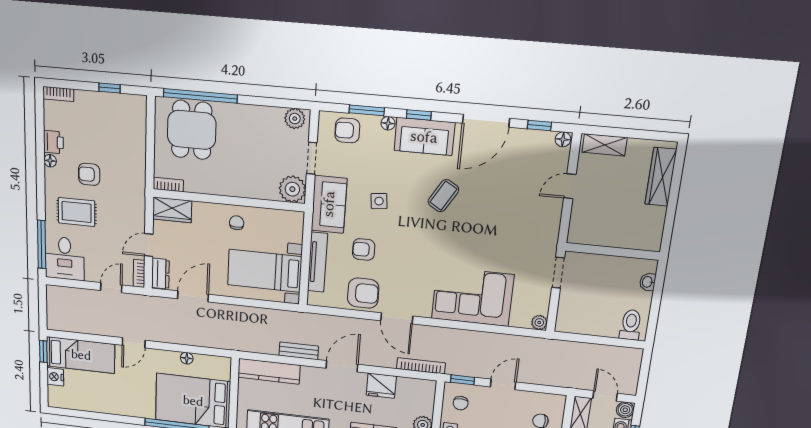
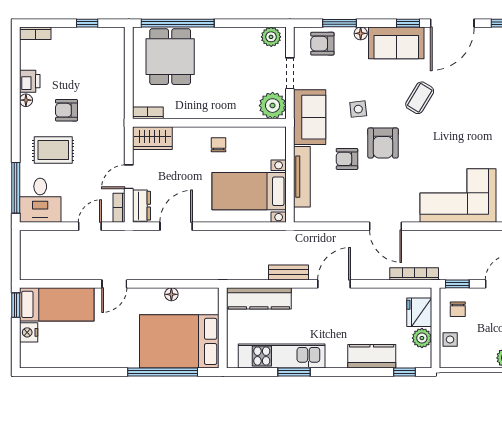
window: (419, 115) -> (408, 23), moved
armchair: (363, 293) -> (383, 143), moved, turned 90
fridge: (381, 386) -> (419, 312), moved, turned 90

